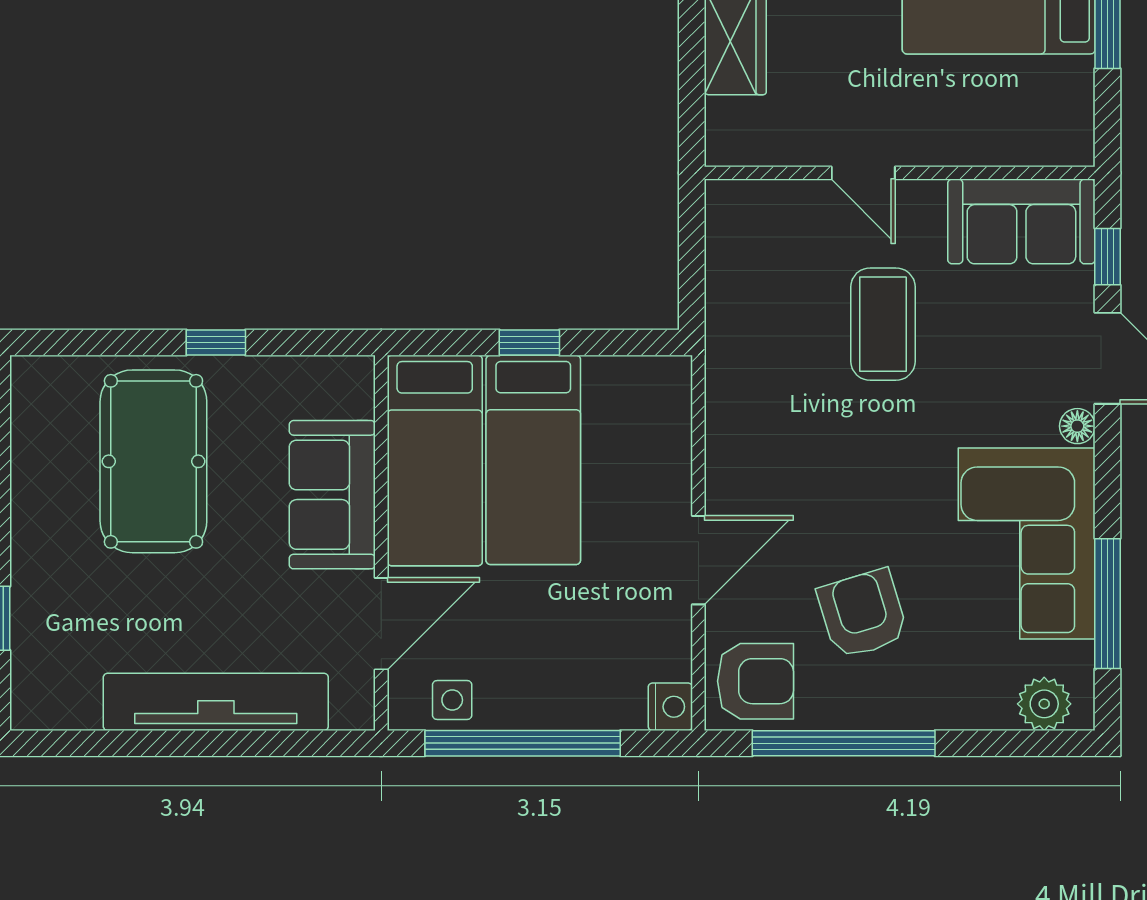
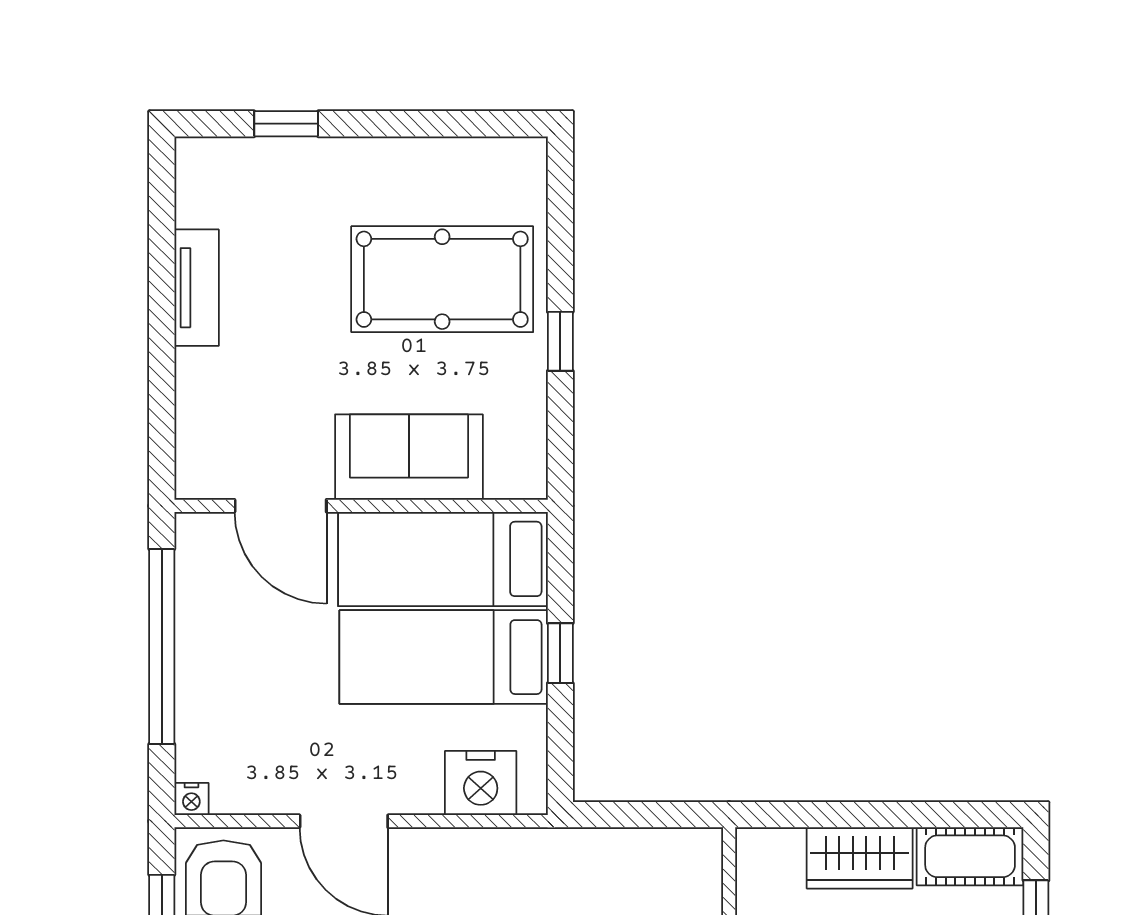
nightstand: (660, 423) -> (481, 783), added
side table: (452, 700) -> (205, 576), removed
tv unit: (216, 702) -> (197, 288), width x0.52, depth x0.78
nightstand: (670, 707) -> (191, 799), width x0.72, depth x0.74

